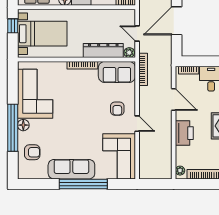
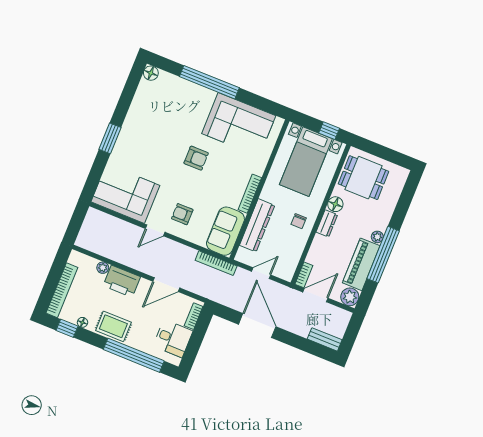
chair: (88, 21) -> (299, 221), added
plant: (129, 53) -> (242, 255), removed
floor lamp: (23, 125) -> (151, 73), moved
armchair: (32, 152) -> (196, 158), moved, turned -90
sofa: (71, 169) -> (133, 132), removed
plant: (180, 171) -> (103, 268), moved
window: (83, 184) -> (110, 138), width x0.47

